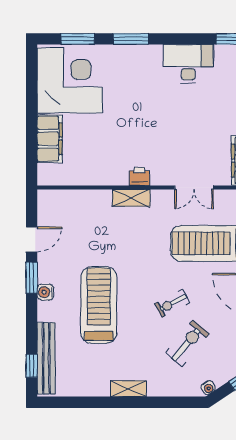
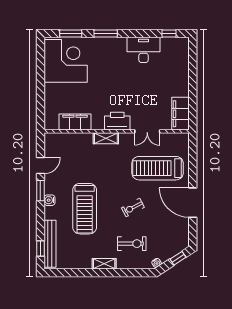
filing cabinet: (50, 139) -> (75, 122), moved, turned -90
printer: (139, 176) -> (117, 121), width x1.87, depth x1.48
treadmill: (99, 305) -> (85, 209), turned 180
exercise bike: (187, 343) -> (132, 244), moved, turned 50

